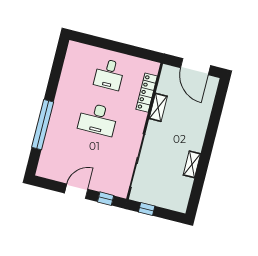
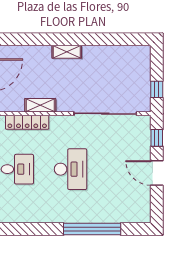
shelving: (192, 164) -> (67, 52), moved

